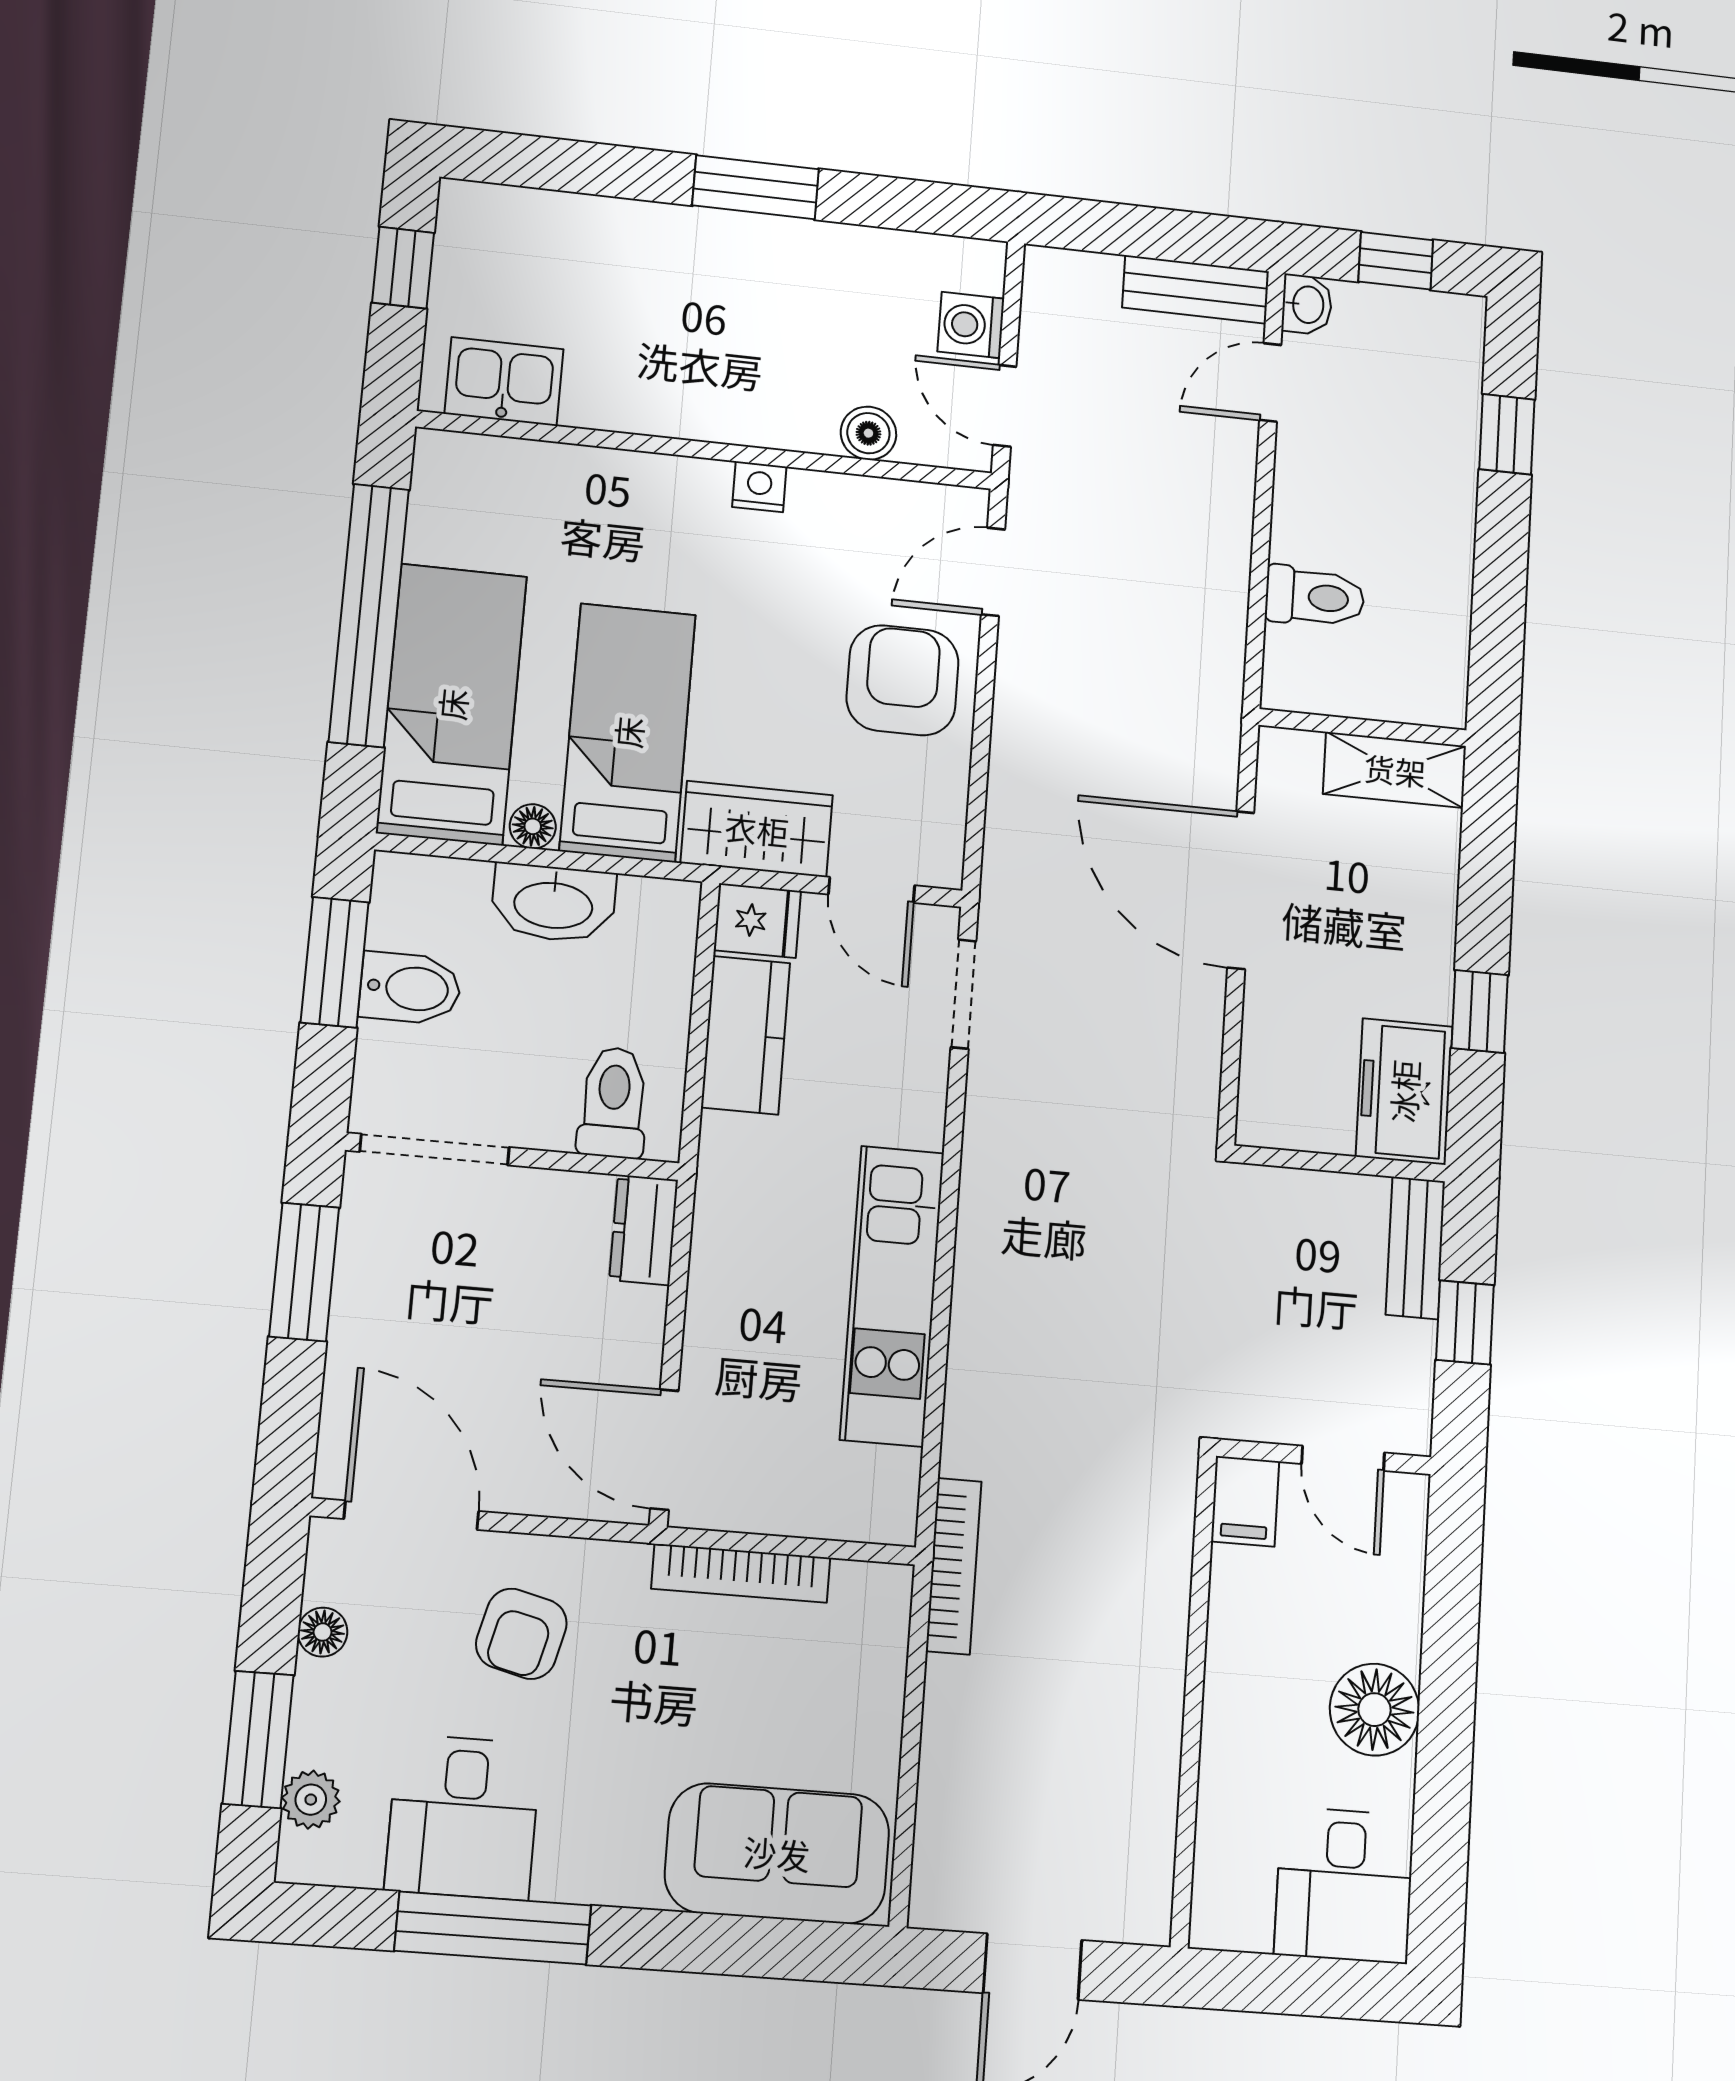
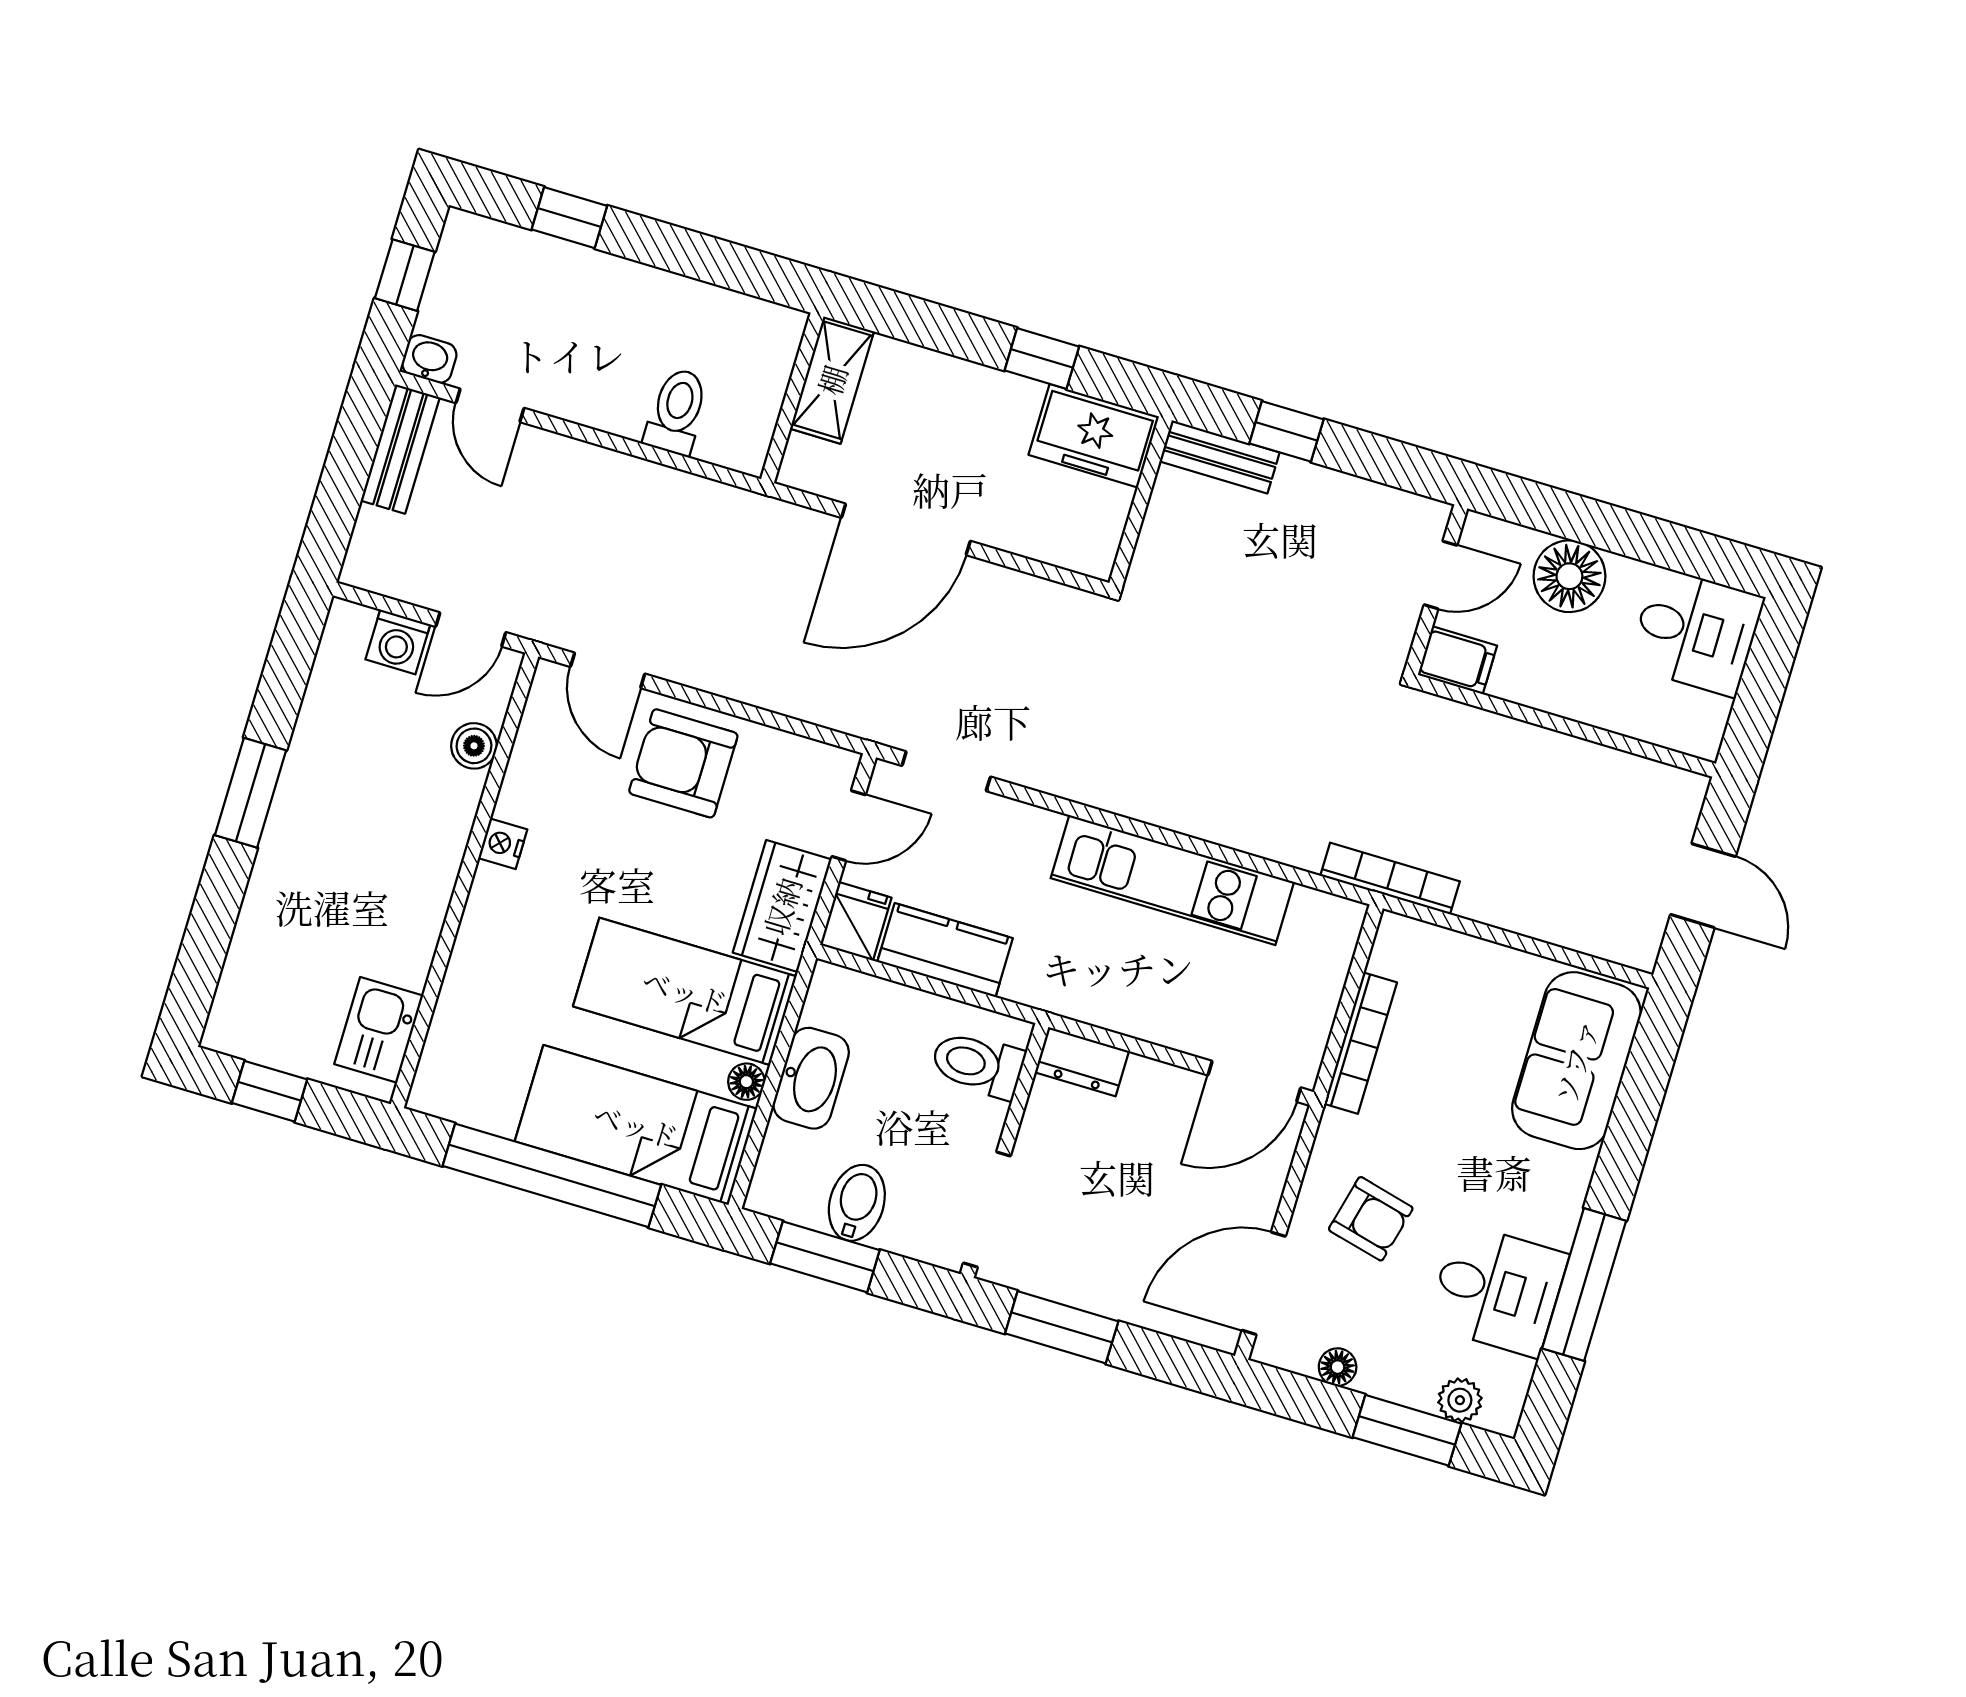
wall: (1324, 1457) -> (1436, 590), moved
door: (1343, 1458) -> (1440, 575), moved
filing cabinet: (1245, 1501) -> (1457, 660), moved

